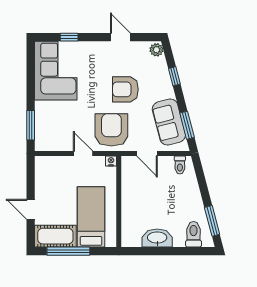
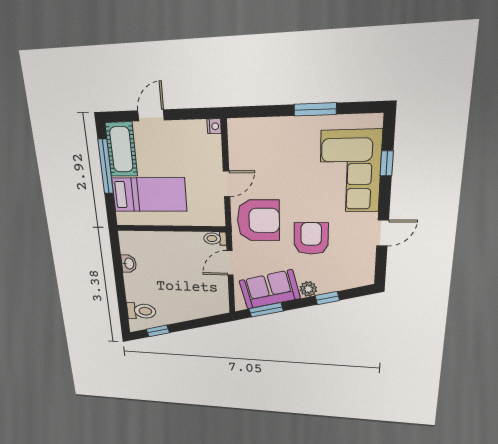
plant: (156, 50) -> (308, 289), moved
corner sofa: (56, 71) -> (350, 172), moved, turned 90
window: (31, 125) -> (315, 109), moved
nightstand: (111, 161) -> (214, 126), moved
toilet: (180, 165) -> (215, 239), moved
window: (212, 221) -> (158, 331), width x0.67
washbasin: (157, 238) -> (129, 264), width x0.52, depth x0.69

